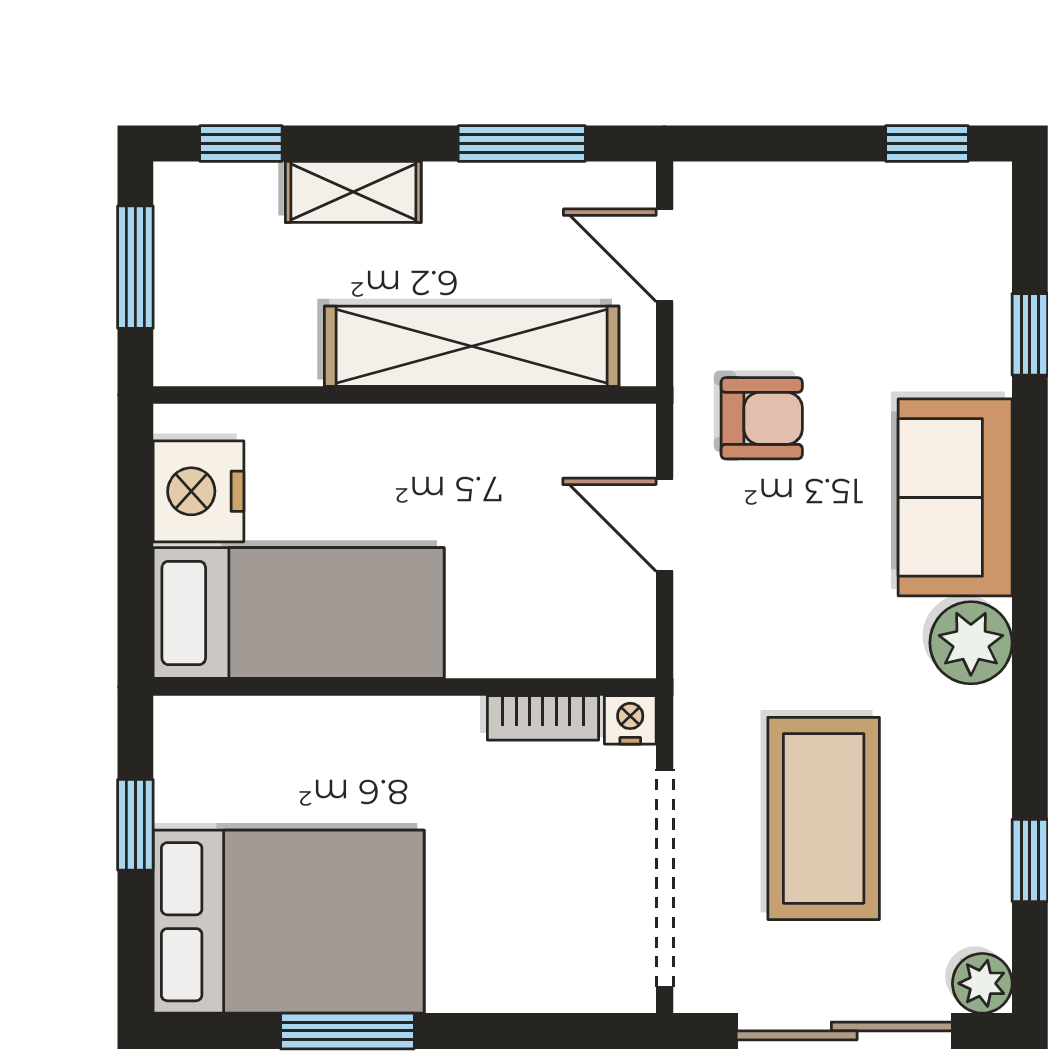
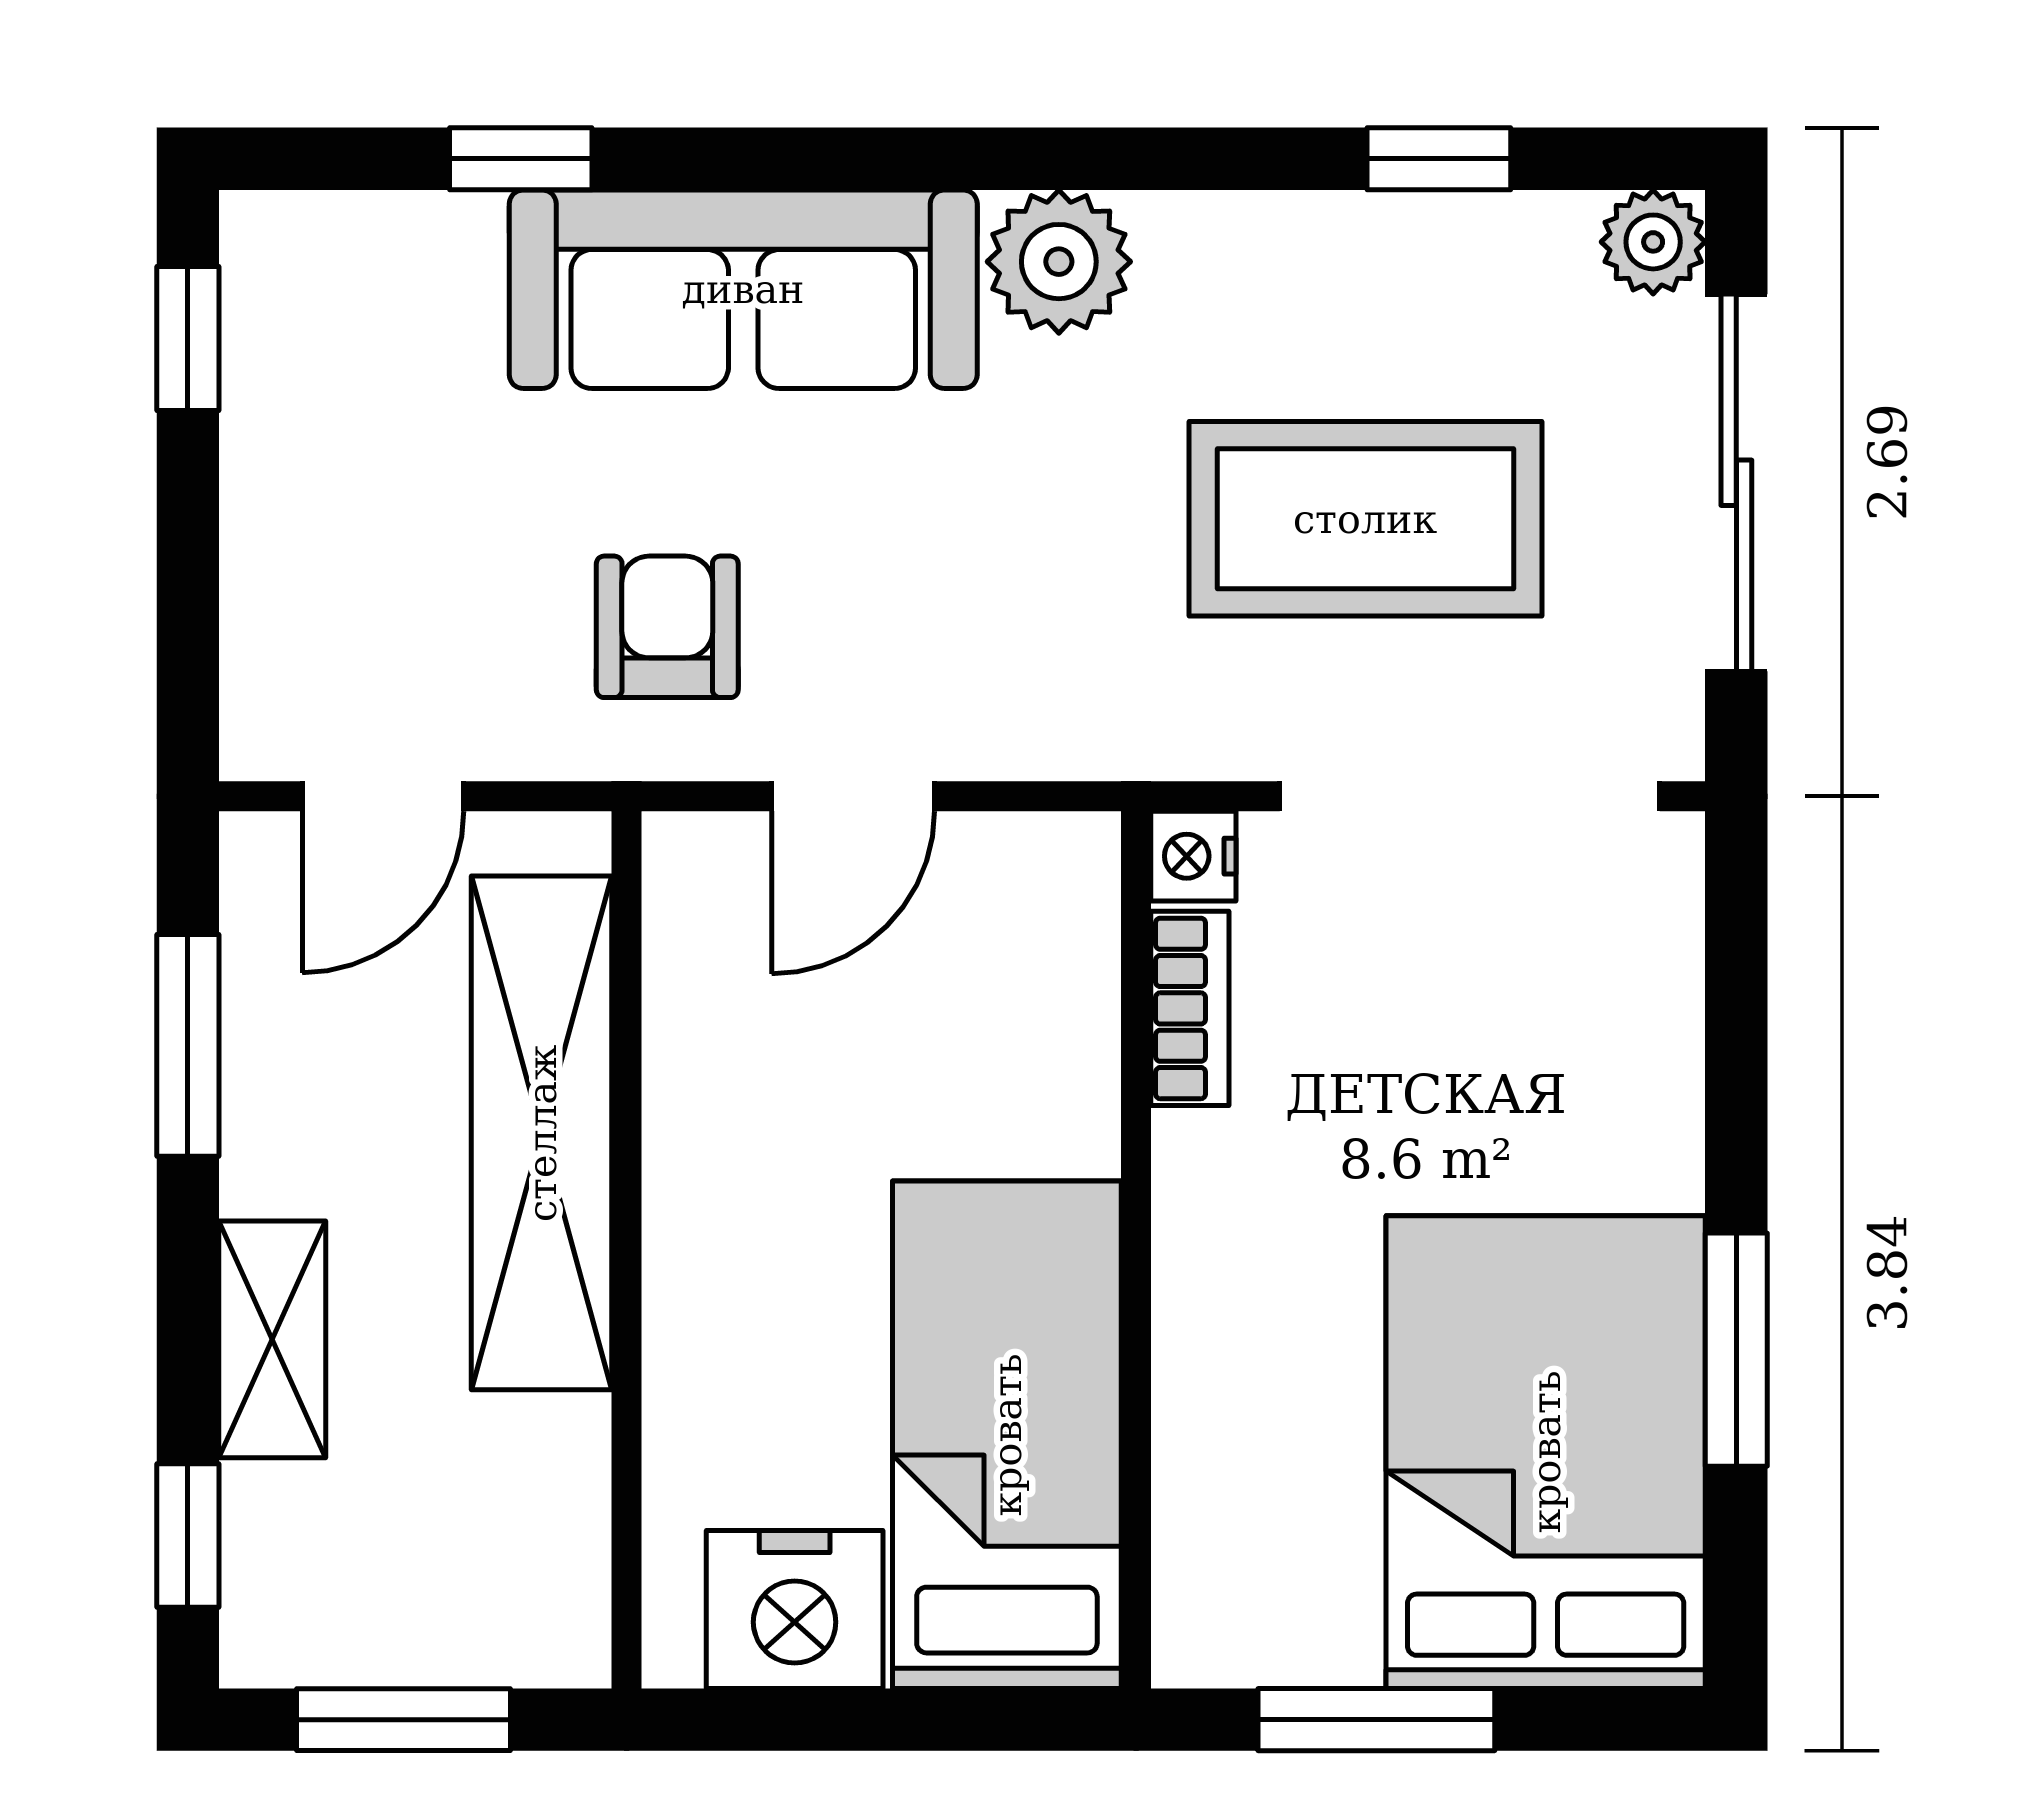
sofa: (955, 497) -> (743, 289), width x1.36
window: (135, 825) -> (1376, 1720), width x1.50

